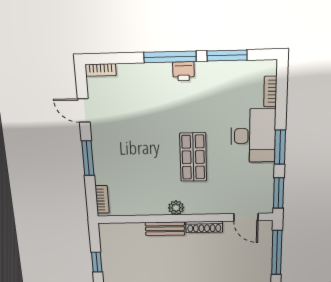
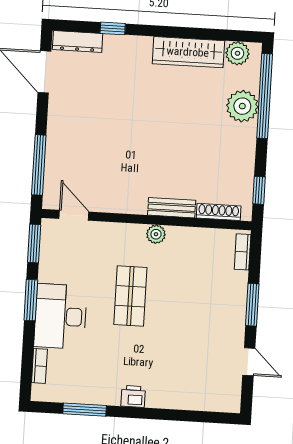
window: (170, 57) -> (146, 413), removed
bookcase: (101, 70) -> (224, 406), removed
shoe rack: (204, 227) -> (219, 212), moved
window: (97, 262) -> (259, 190), moved

